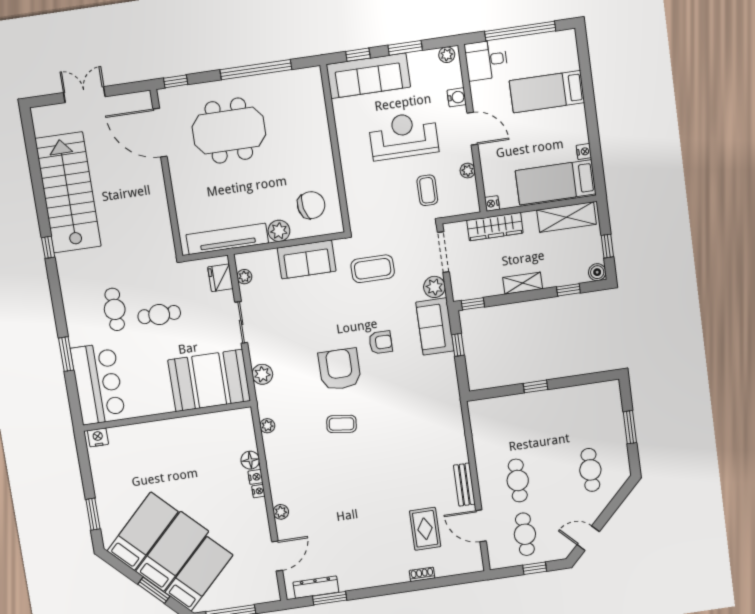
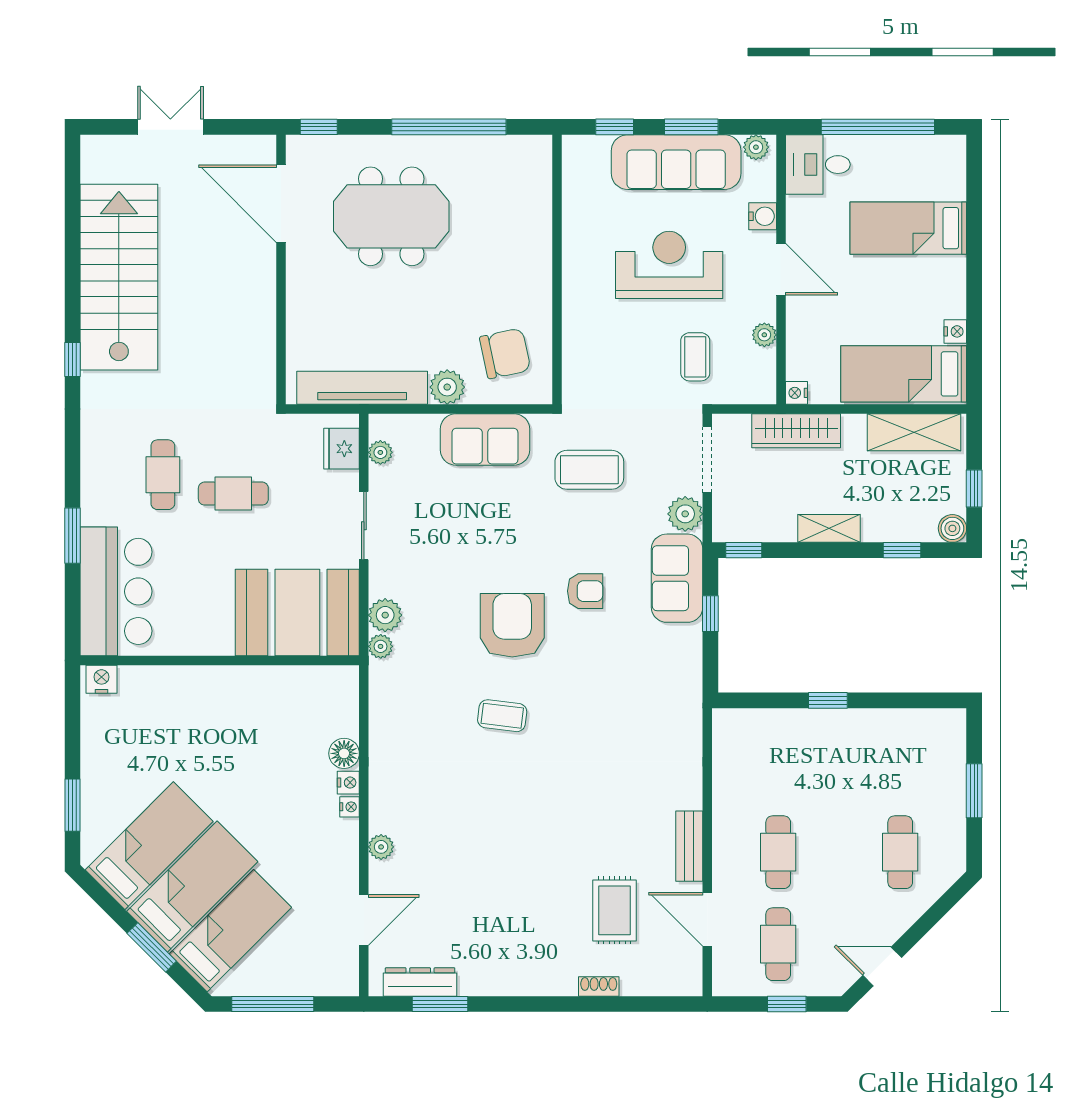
sofa: (368, 76) -> (676, 162), moved
plant: (267, 426) -> (381, 646), moved

